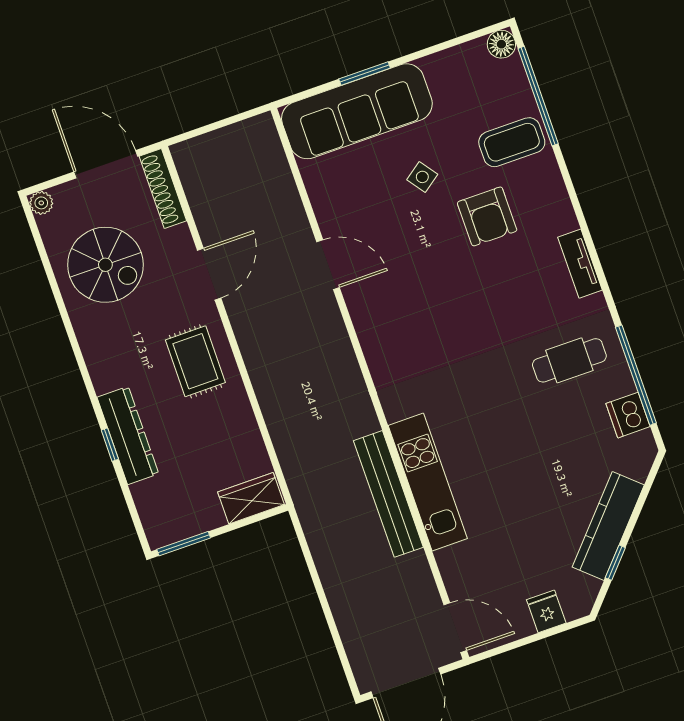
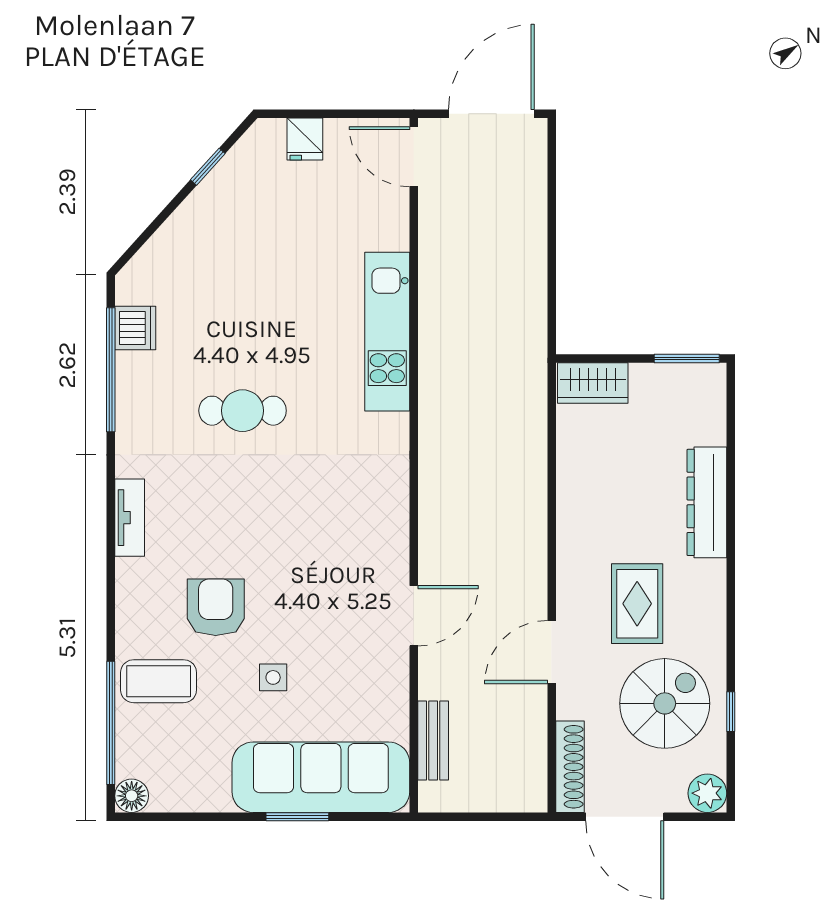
side table: (422, 177) -> (273, 677), turned 36
plant: (41, 203) -> (707, 793), width x1.38, depth x1.38
spiral stairs: (105, 265) -> (665, 703), turned 90
door: (328, 265) -> (414, 616), swing flipped
cafe table: (569, 360) -> (243, 411), moved
rug: (195, 361) -> (637, 604), moved
window: (110, 445) -> (731, 712), moved
bench: (388, 494) -> (433, 741), moved, width x0.54, depth x0.82
kitchen counter: (608, 526) -> (201, 211), removed

